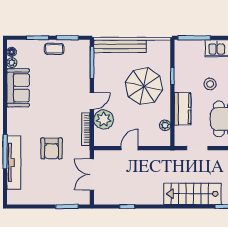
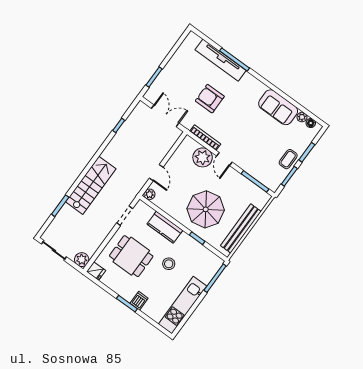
bench: (120, 46) -> (241, 229), moved
plant: (165, 125) -> (149, 194), moved
door: (130, 148) -> (156, 173), moved

